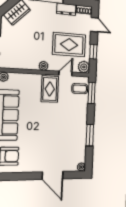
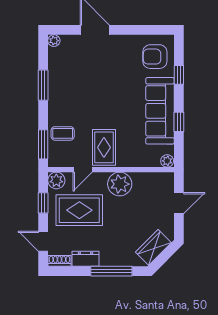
plant: (44, 66) -> (120, 184), width x1.87, depth x1.87
coffee table: (80, 89) -> (63, 133), moved

